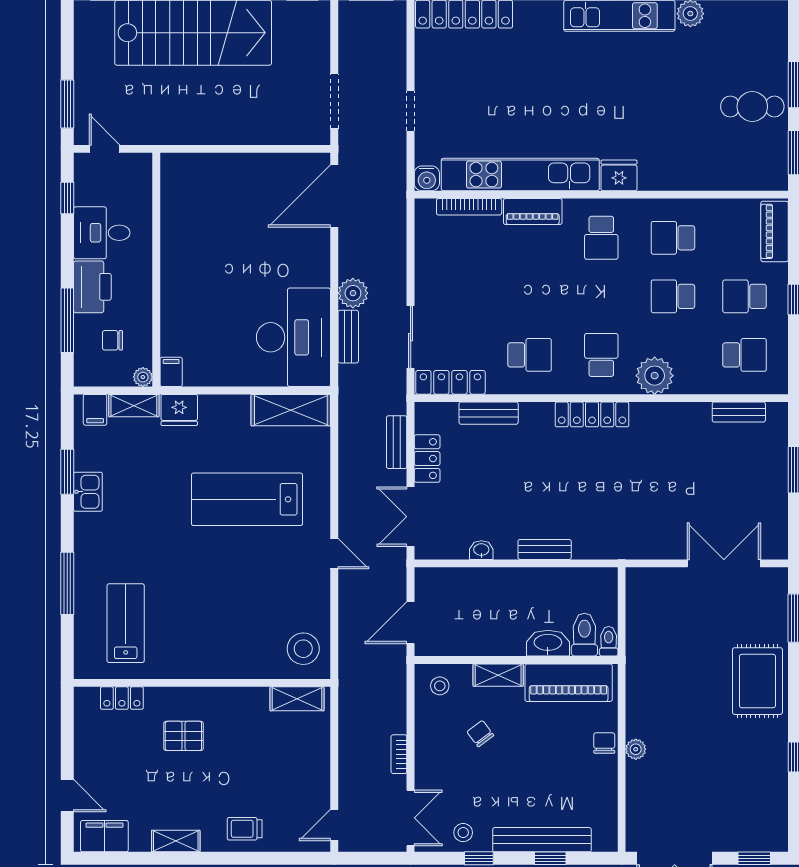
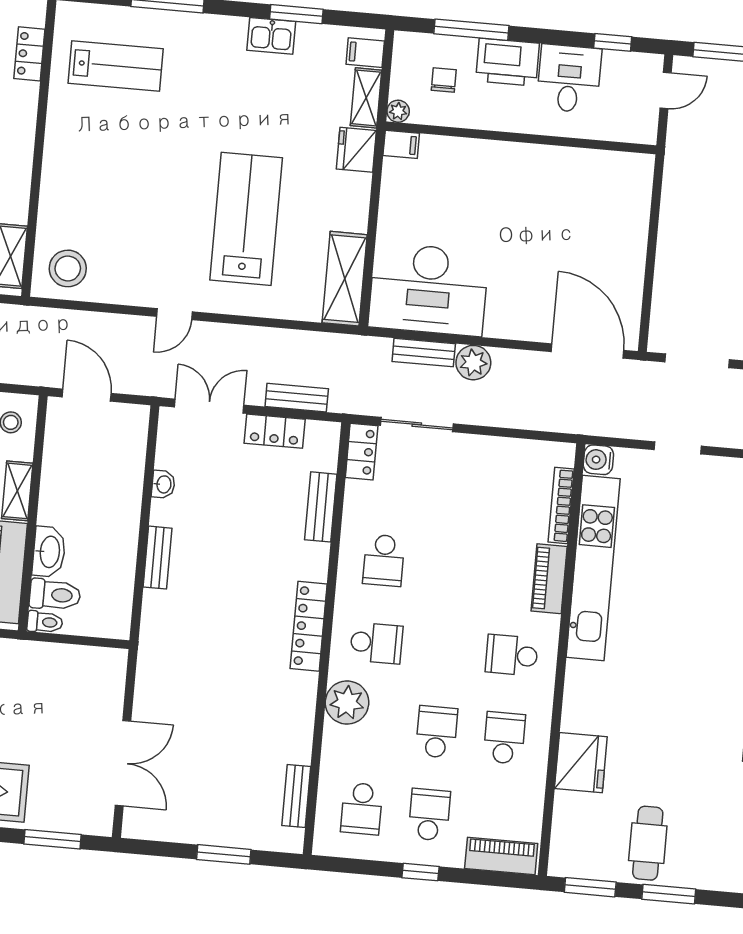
fridge: (619, 175) -> (581, 763), moved, width x1.36, depth x1.34
locker: (450, 382) -> (362, 452), width x0.66

